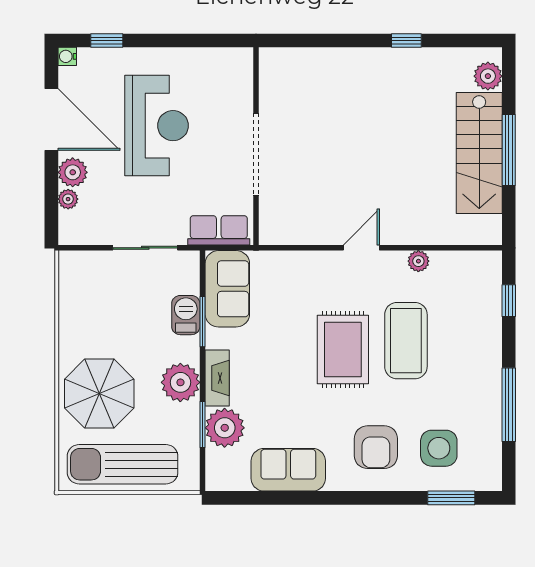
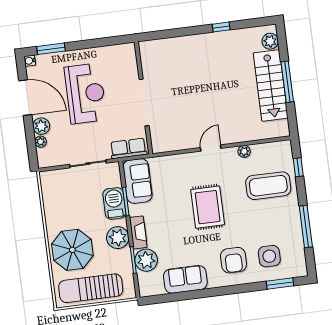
window: (107, 41) -> (51, 49), width x1.50
barbecue: (186, 315) -> (114, 203), width x1.38, depth x1.27
coffee table: (406, 341) -> (268, 186), moved, turned 90

